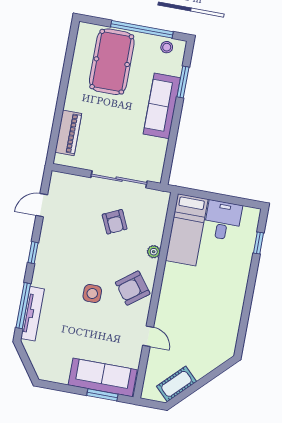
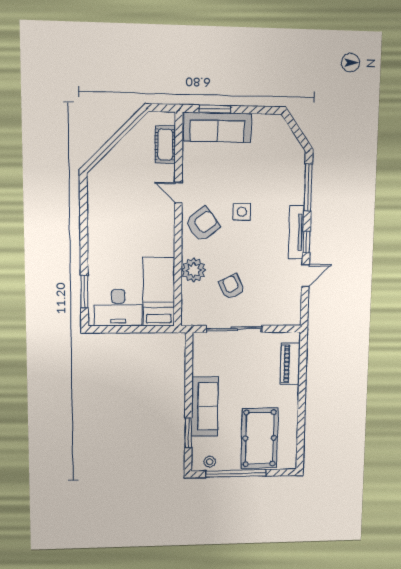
door: (42, 205) -> (305, 276), moved
desk: (223, 220) -> (118, 308), width x1.37
window: (258, 243) -> (84, 292), width x1.50
plant: (154, 252) -> (194, 270), width x1.88, depth x1.88
tv unit: (33, 314) -> (296, 232), moved
door: (148, 336) -> (178, 193), moved
cot: (176, 384) -> (165, 145), moved, turned -45

